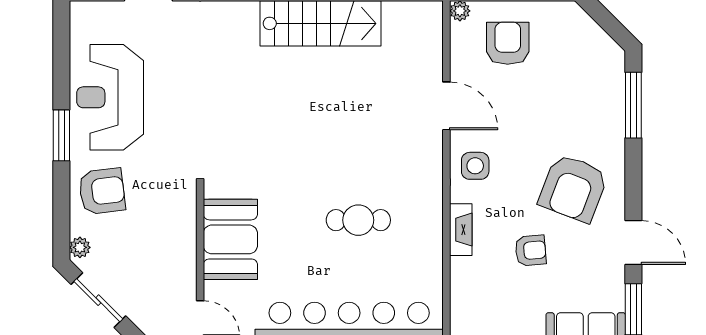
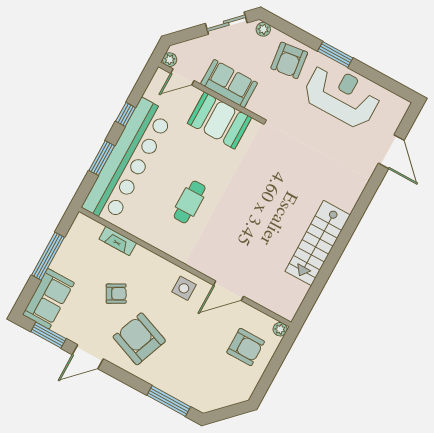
fireplace: (461, 230) -> (118, 241), moved
armchair: (531, 251) -> (116, 294), turned -114
sofa: (175, 253) -> (229, 84), added

